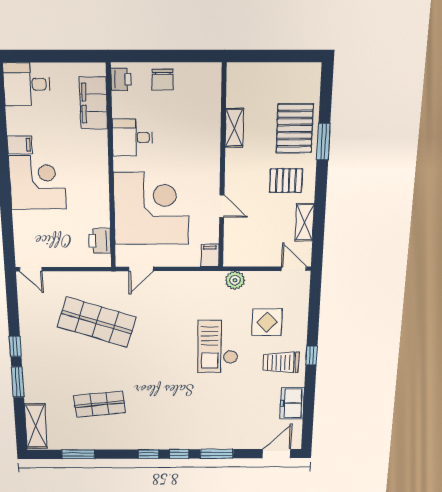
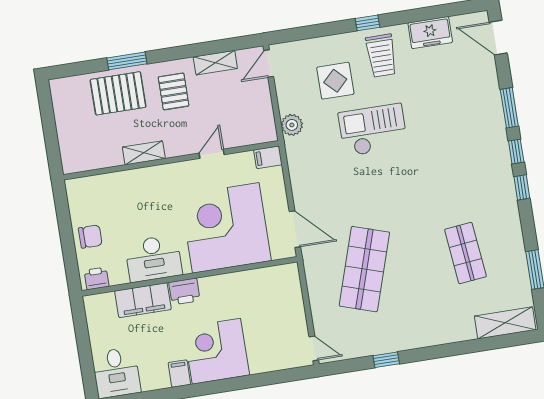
filing cabinet: (93, 103) -> (143, 300), moved
shelving: (234, 128) -> (144, 153), moved
desk: (132, 138) -> (154, 259), width x1.37
printer: (100, 241) -> (184, 291), moved
door: (31, 269) -> (314, 348), hinge flipped
door: (141, 269) -> (295, 229), width x1.38
window: (15, 346) -> (386, 360), moved
checkout: (218, 347) -> (373, 130), turned 180
window: (18, 382) -> (452, 349), removed

